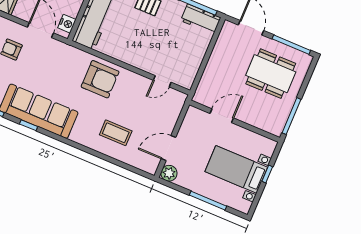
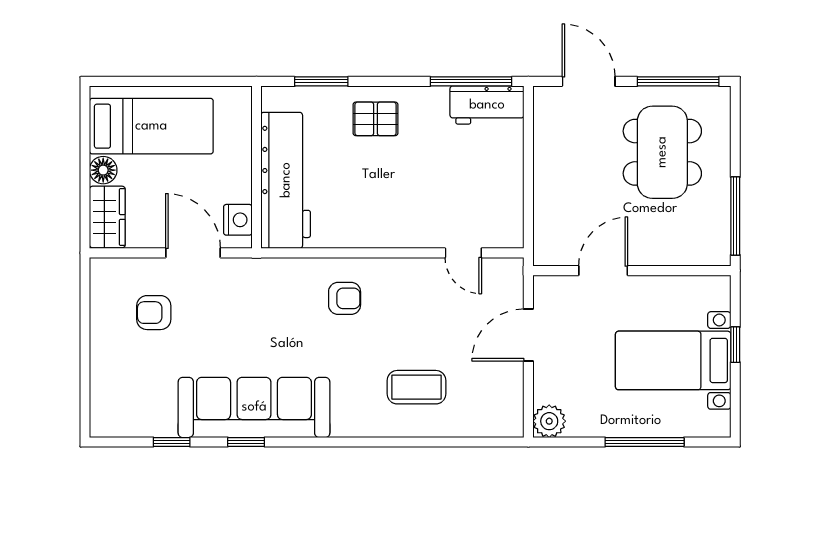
dining table: (271, 74) -> (662, 152), turned 90
armchair: (100, 79) -> (345, 298), width x0.53, depth x0.53
door: (162, 81) -> (463, 253), hinge flipped
door: (168, 148) -> (528, 335), moved

